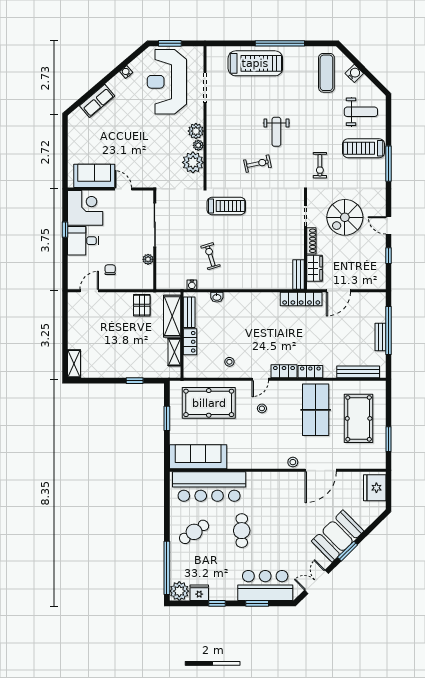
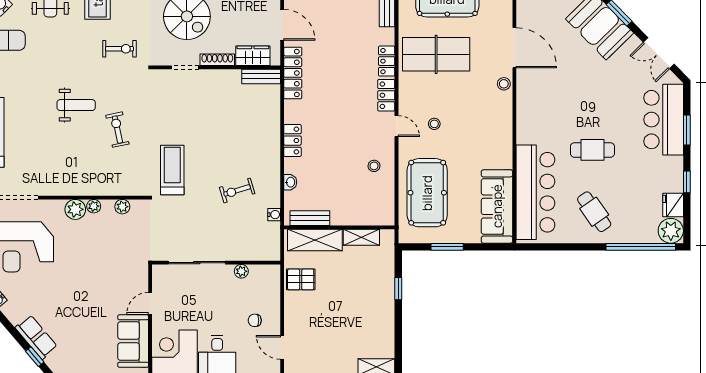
window: (82, 100) -> (35, 357), added
plant: (193, 162) -> (122, 207), width x0.53, depth x0.53
locker: (190, 342) -> (292, 141), moved, turned 90

